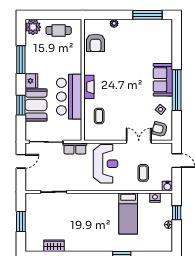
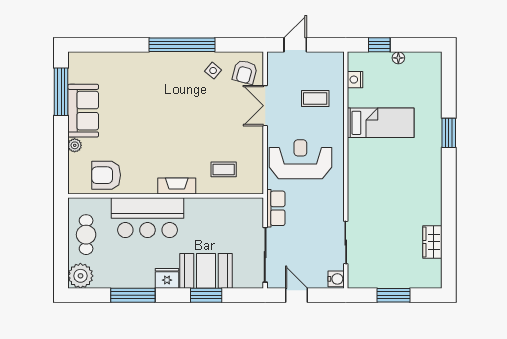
armchair: (96, 43) -> (106, 175), turned 180
sofa: (163, 80) -> (83, 111), moved, turned -90
bar counter: (69, 97) -> (147, 218), moved
water cooler: (167, 186) -> (336, 279), moved

